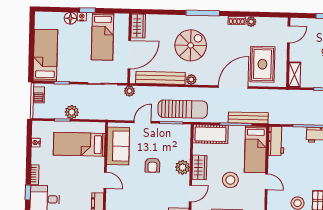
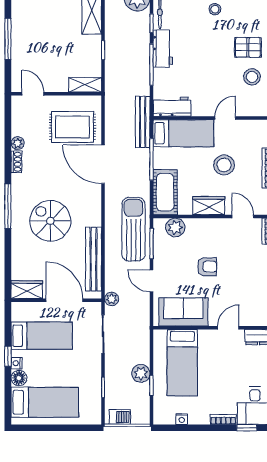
bed: (45, 55) -> (45, 402), moved, turned 180
plant: (191, 80) -> (95, 219), removed
bench: (248, 118) -> (143, 122), moved
plant: (183, 167) -> (175, 227), moved

